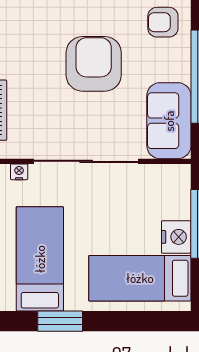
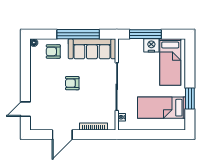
armchair: (163, 22) -> (53, 51), turned 90
armchair: (94, 64) -> (72, 83), width x0.53, depth x0.53
sofa: (169, 121) -> (92, 49), width x1.36

